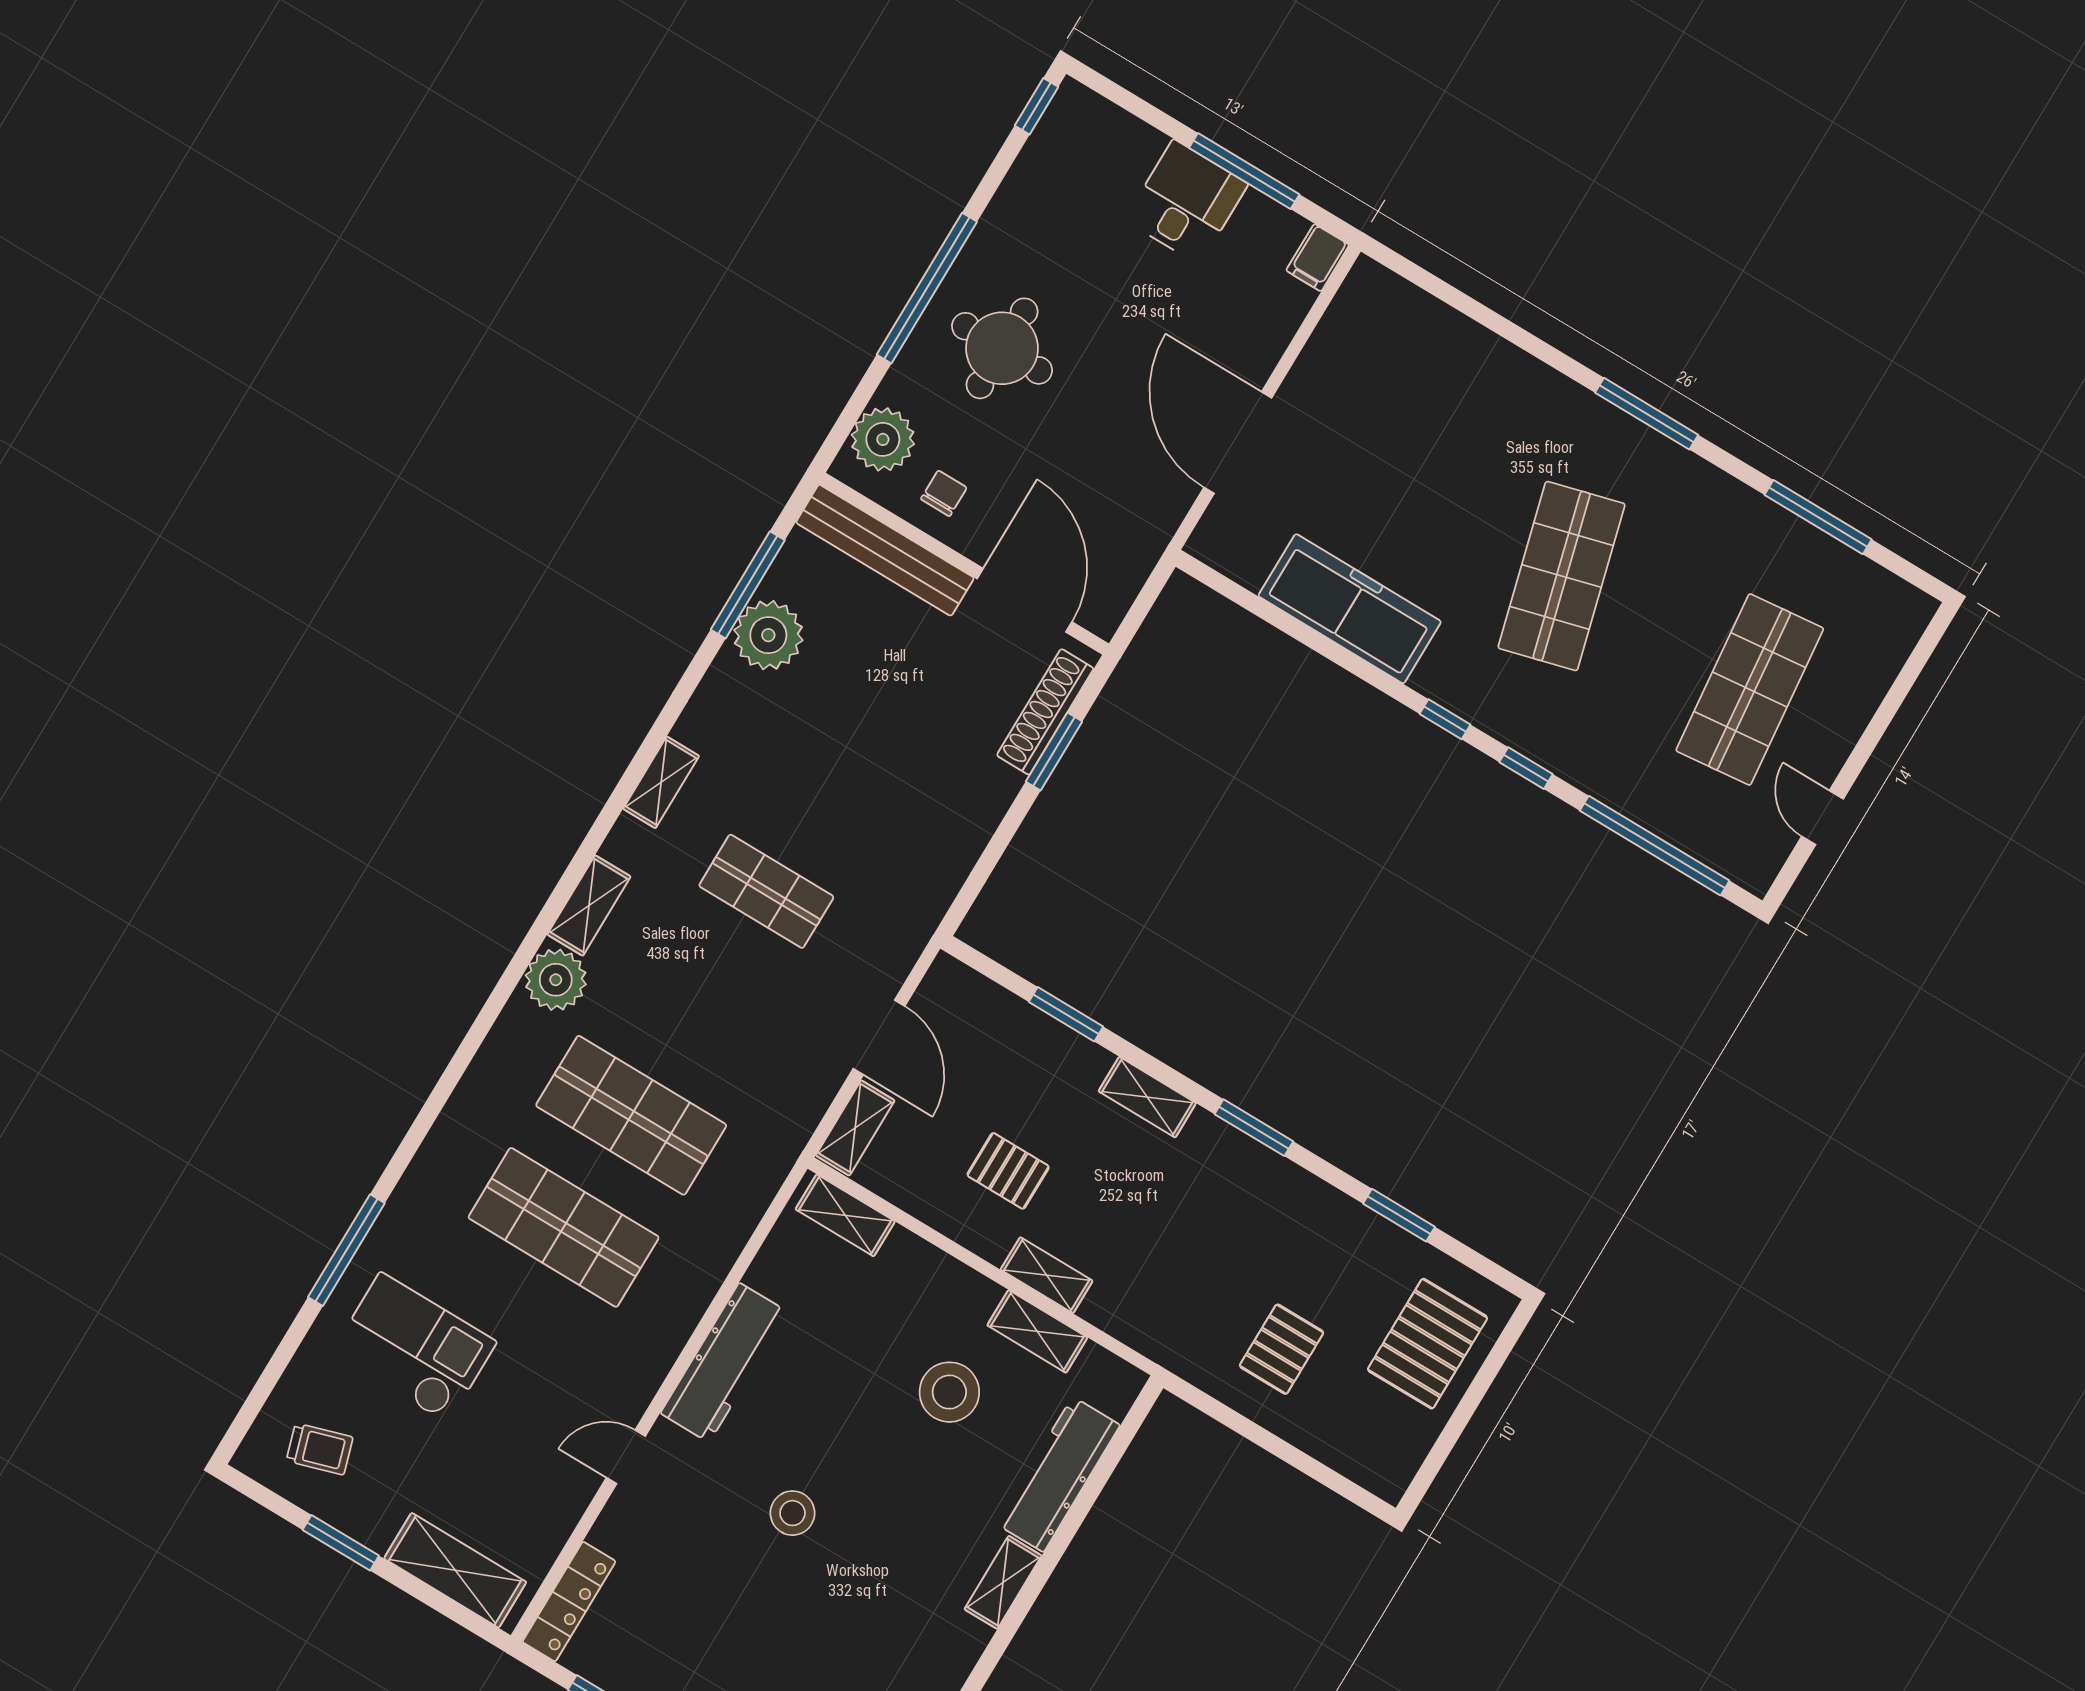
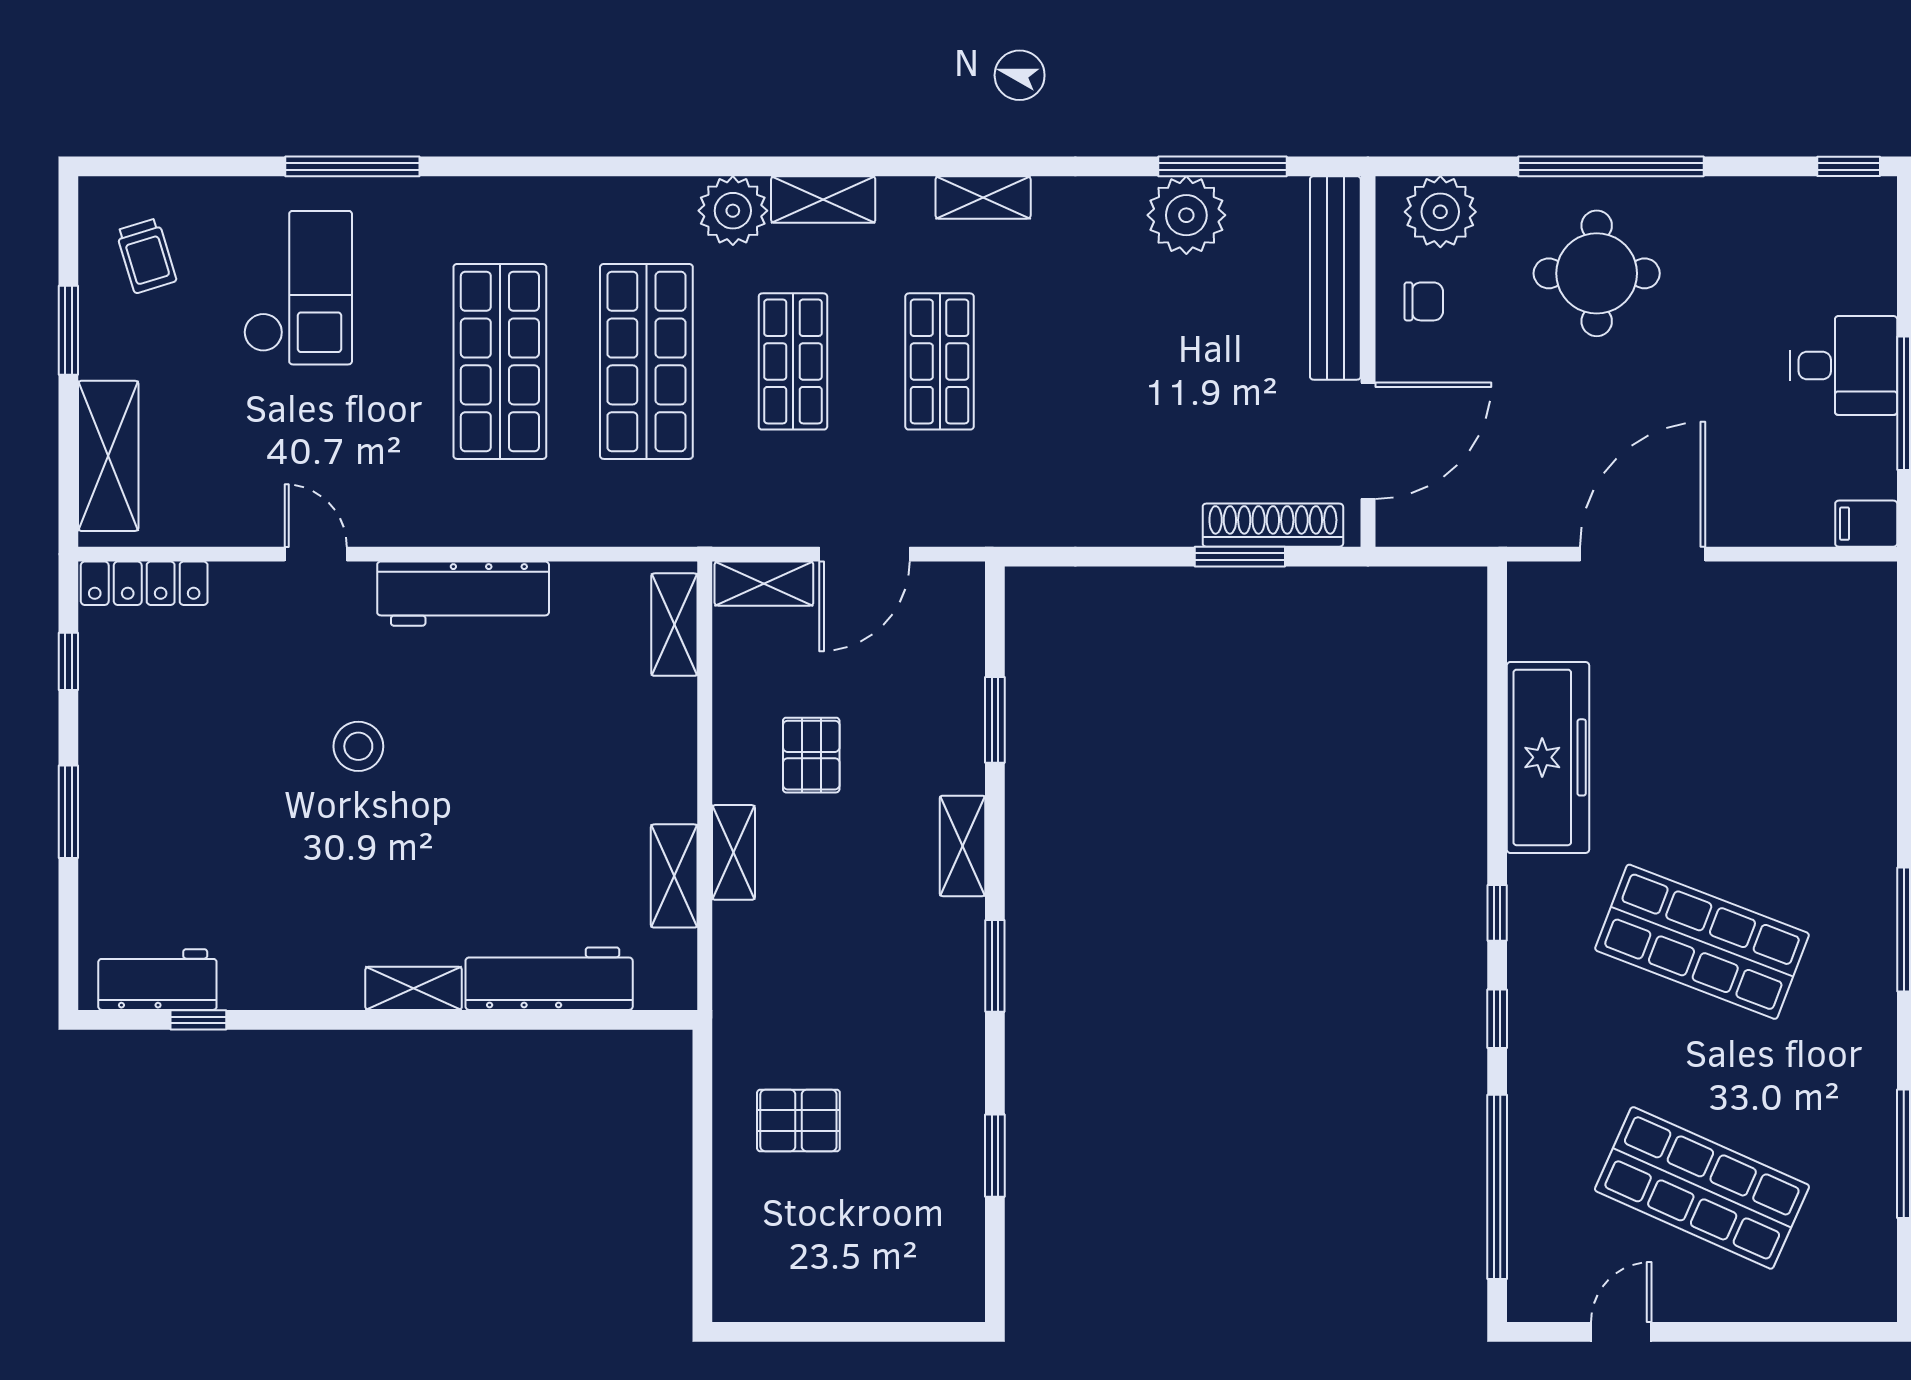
shop shelf: (1562, 576) -> (1702, 942), turned 36
shop shelf: (1750, 689) -> (1702, 1188), turned 30
shop shelf: (699, 1003) -> (793, 361), added
pallet: (1428, 1344) -> (888, 1257), removed
stool: (949, 1392) -> (565, 827), removed

